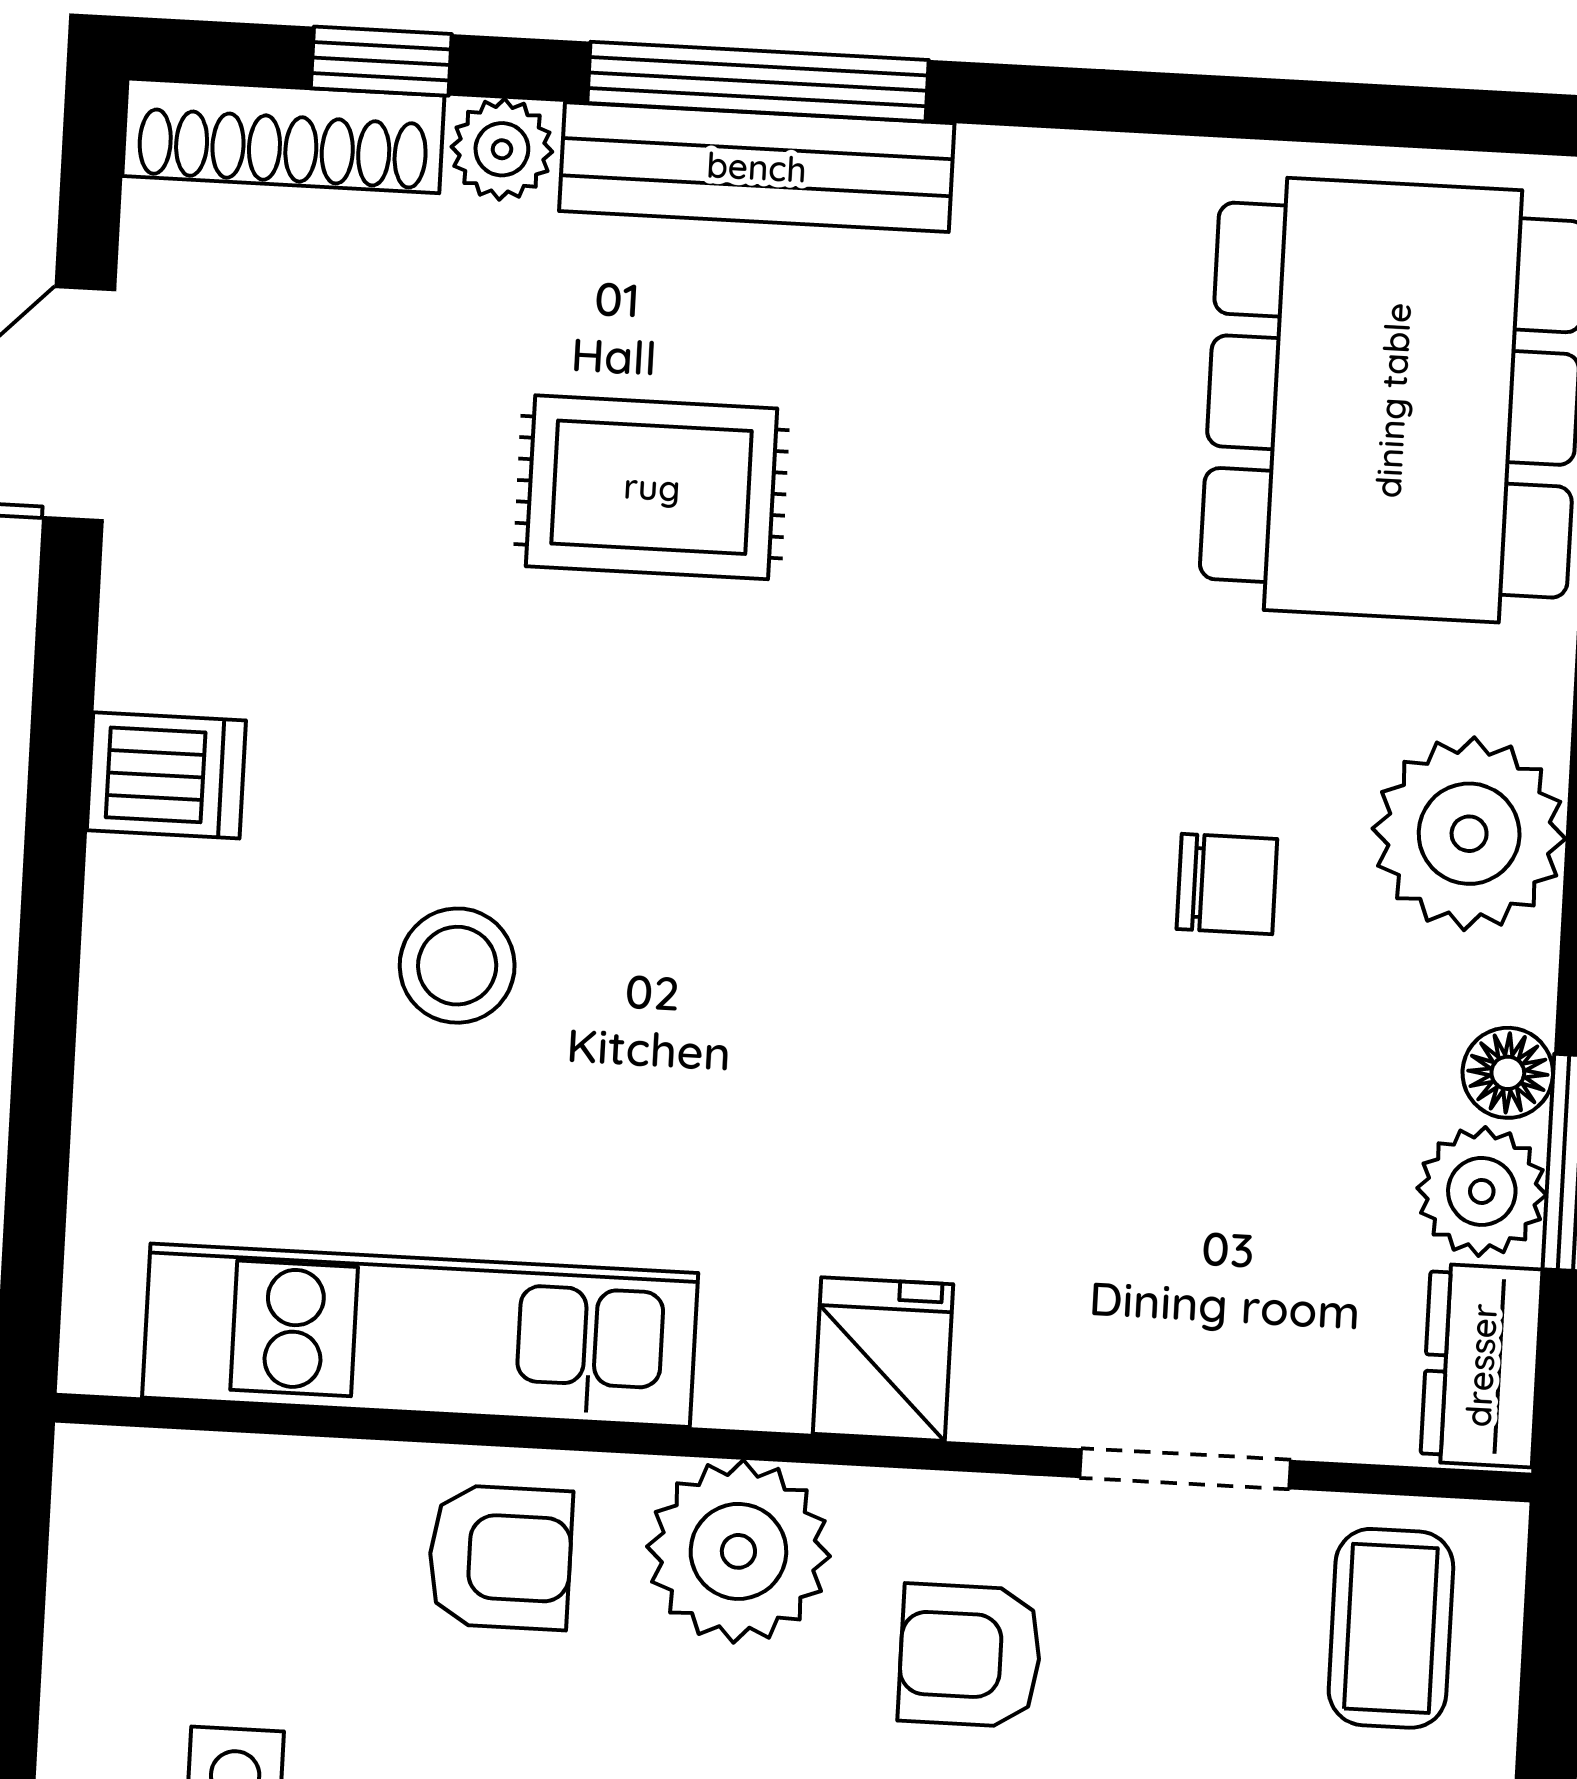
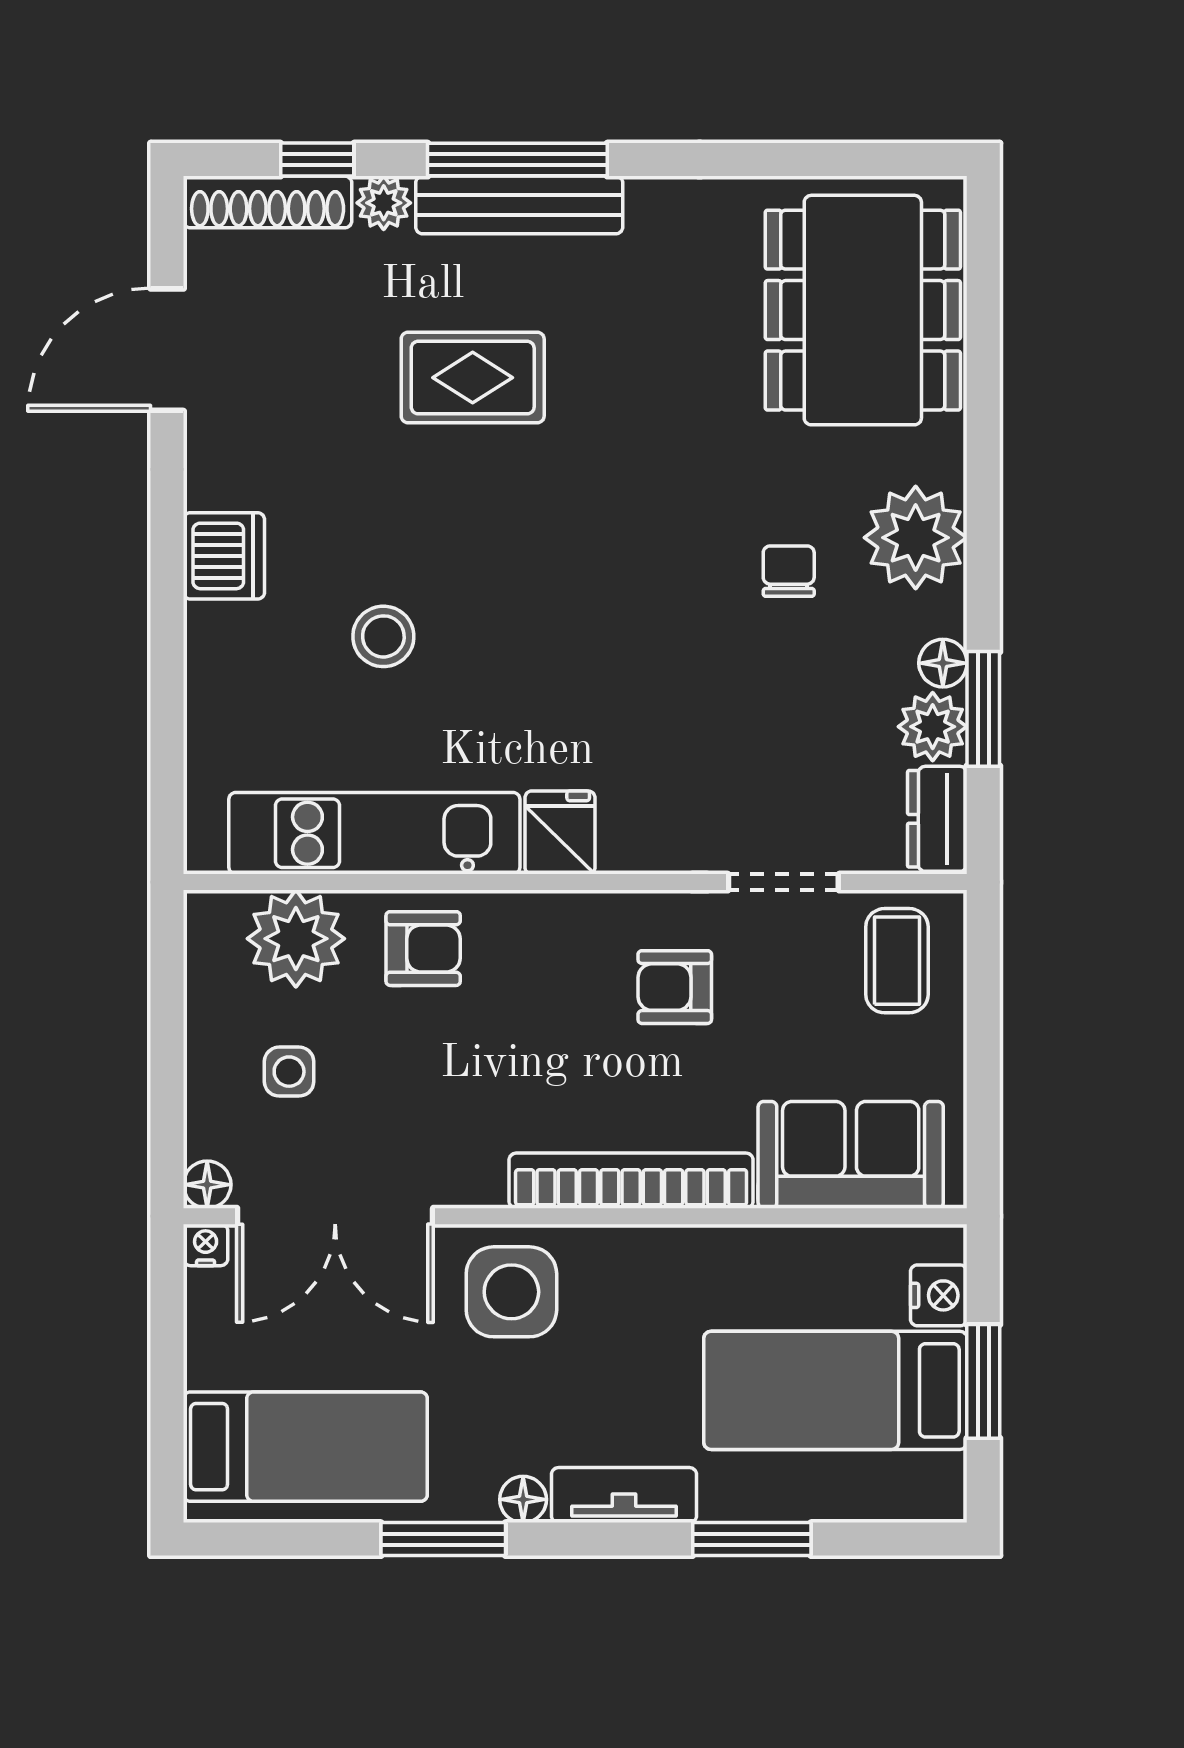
dishwasher: (166, 775) -> (224, 556), width x1.38
chair: (1227, 884) -> (789, 571), turned -90
fridge: (883, 1359) -> (560, 833), moved
plant: (738, 1551) -> (296, 939), moved

